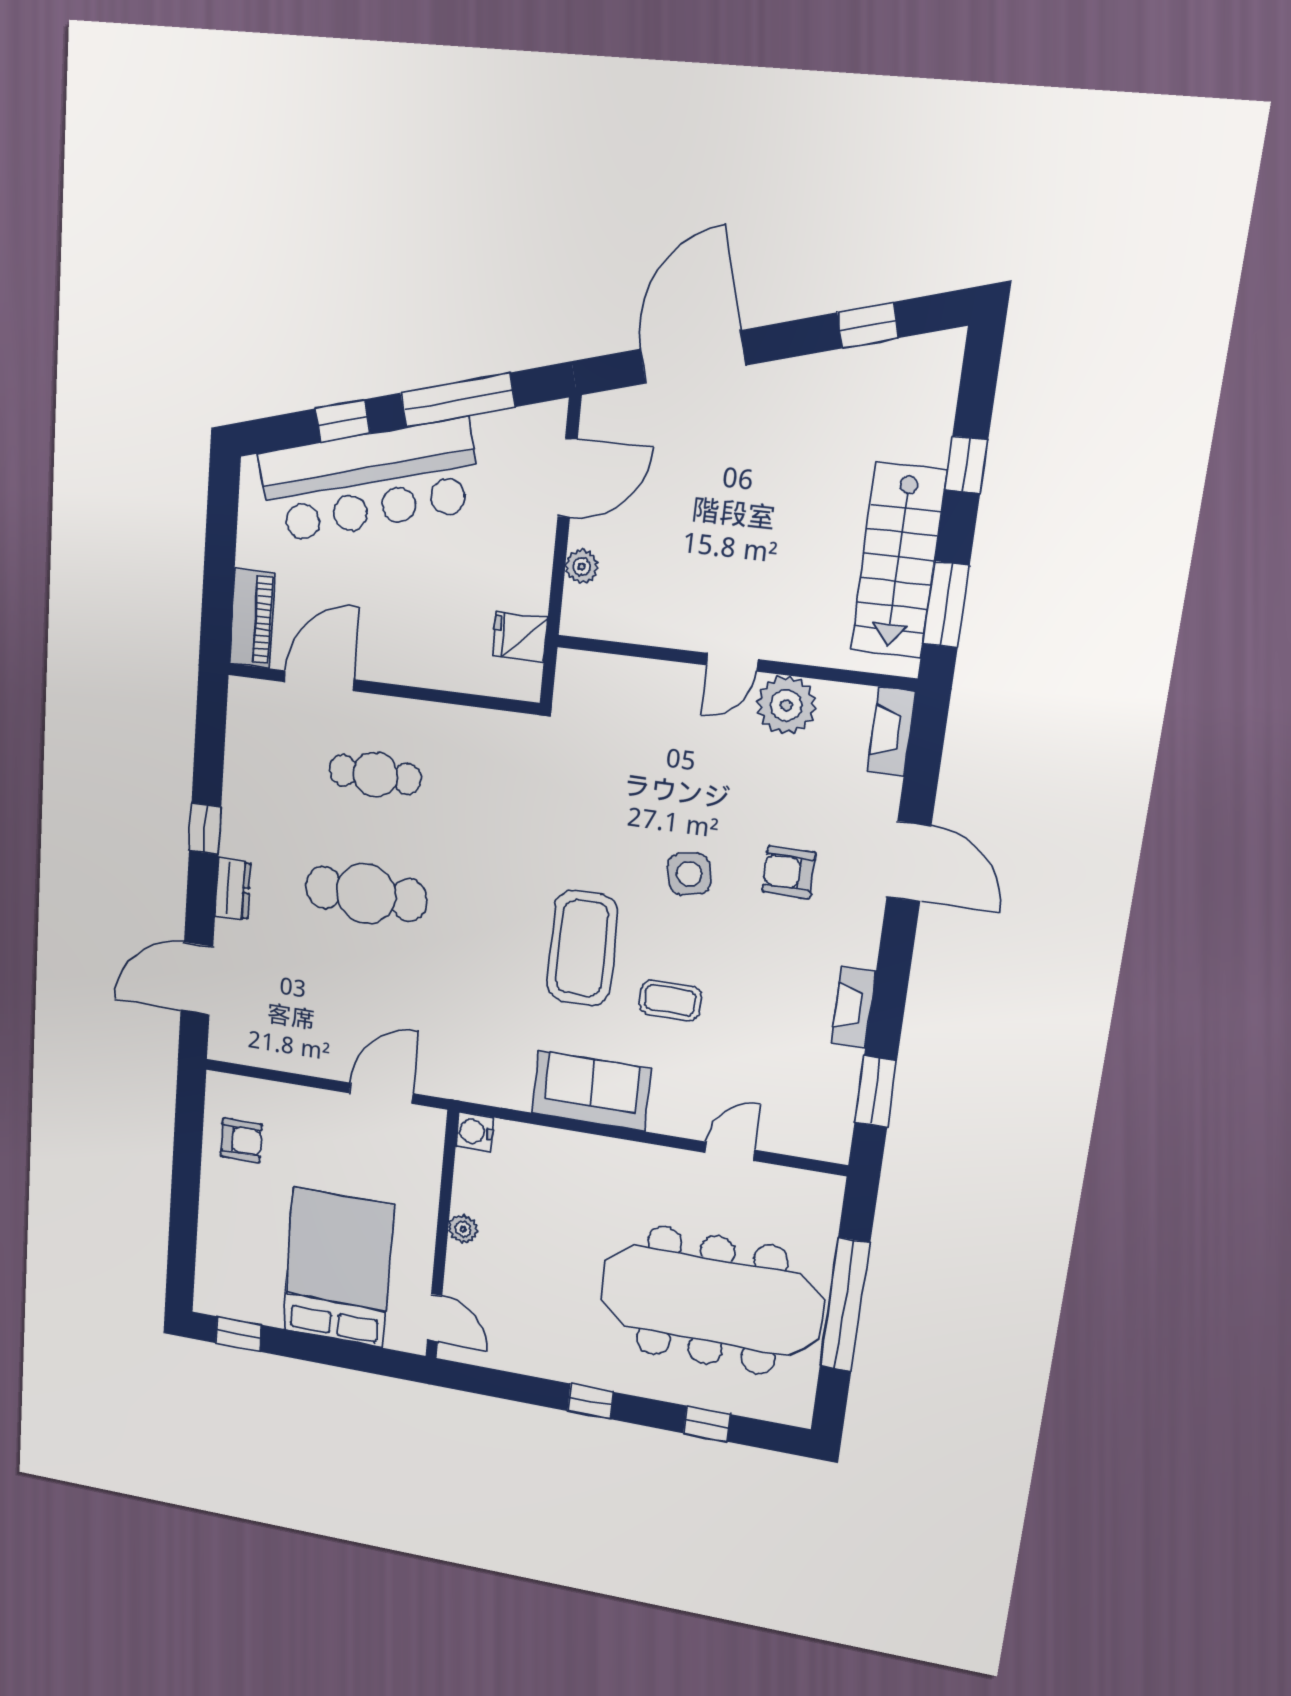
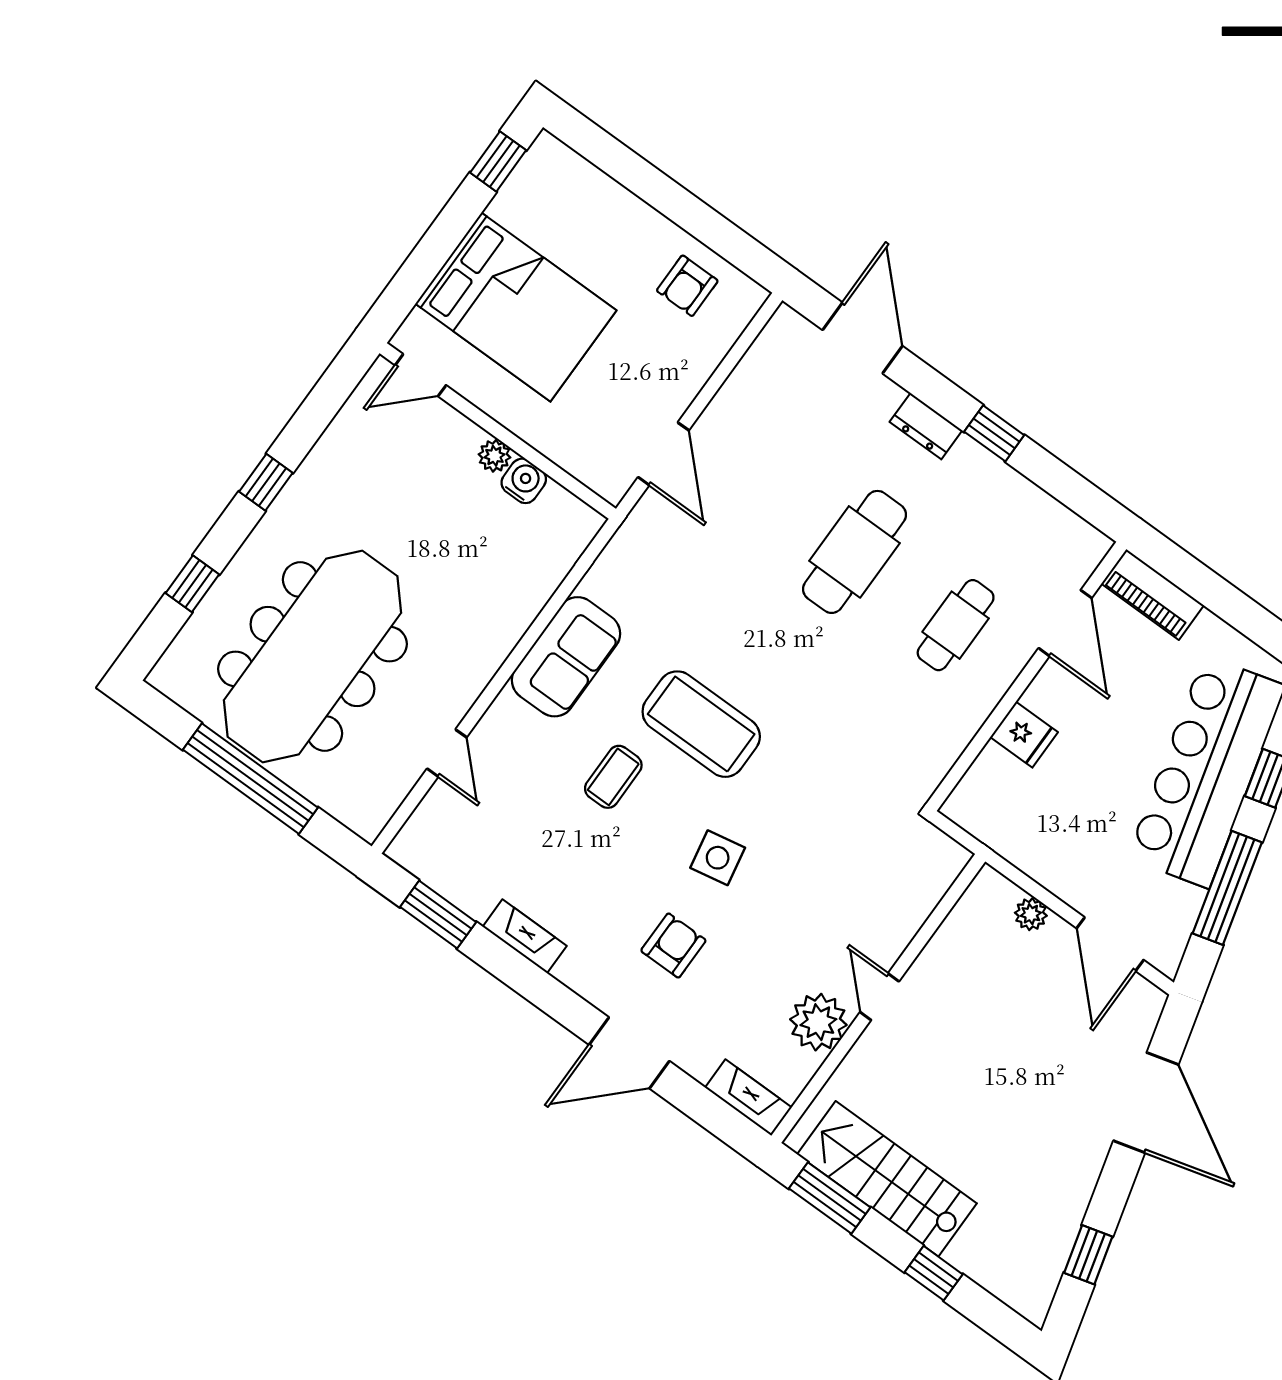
fridge: (520, 637) -> (1024, 735), moved, turned 90
water cooler: (475, 1132) -> (524, 481), moved

